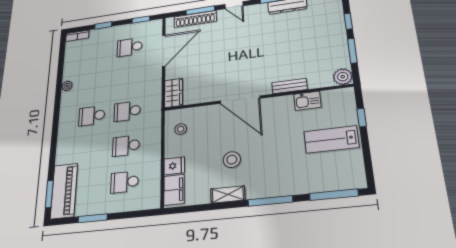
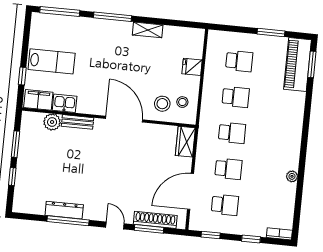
plant: (343, 77) -> (52, 122), moved
school desk: (92, 116) -> (228, 169), moved
stool: (232, 160) -> (162, 104), moved
filing cabinet: (174, 190) -> (38, 100), moved, turned 90

